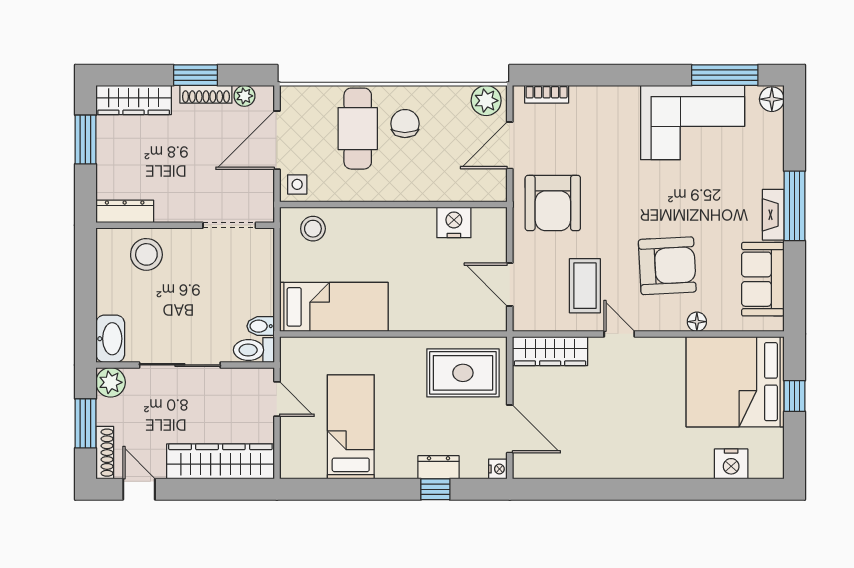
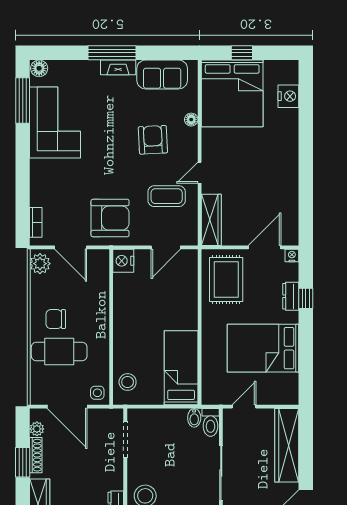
nightstand: (454, 222) -> (123, 261), moved
armchair: (667, 266) -> (153, 140), width x0.73, depth x0.73
bed: (351, 427) -> (263, 348), width x1.50

